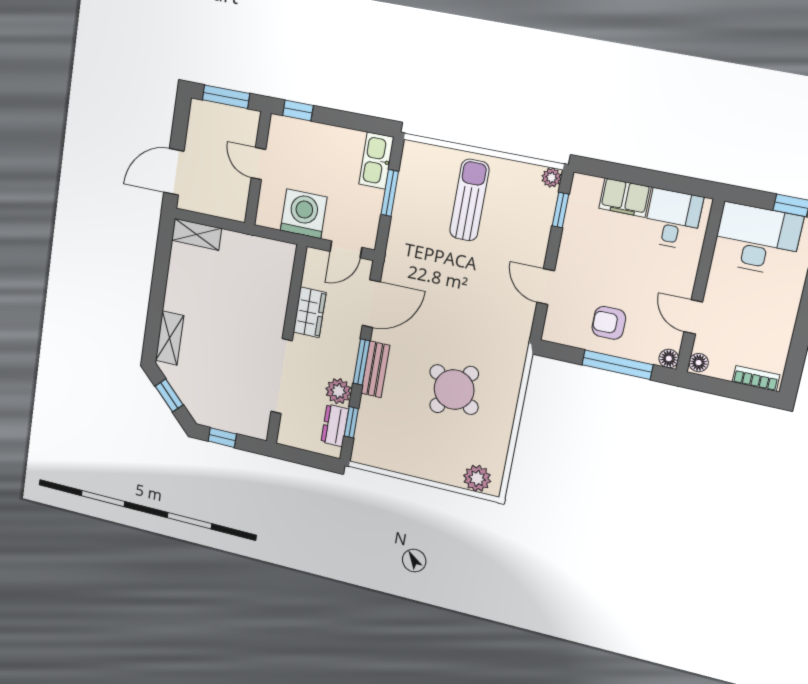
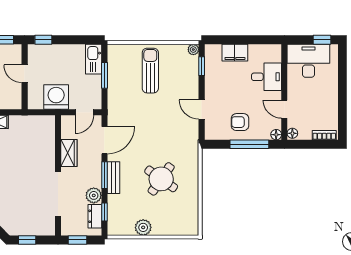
desk: (673, 219) -> (267, 77), moved, turned 90
window: (301, 457) -> (78, 240), added
plant: (477, 478) -> (143, 227), moved

